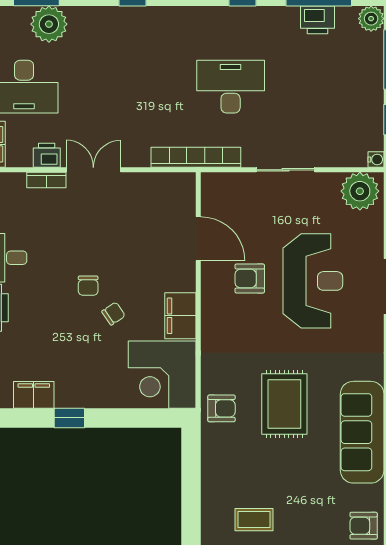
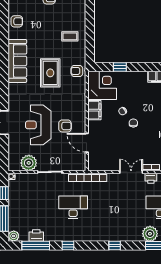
desk: (231, 87) -> (73, 207), turned 180
double door: (93, 170) -> (131, 172), swing flipped
plant: (360, 191) -> (29, 163), moved
window: (69, 418) -> (120, 67), moved
coffee table: (254, 520) -> (70, 36), moved

